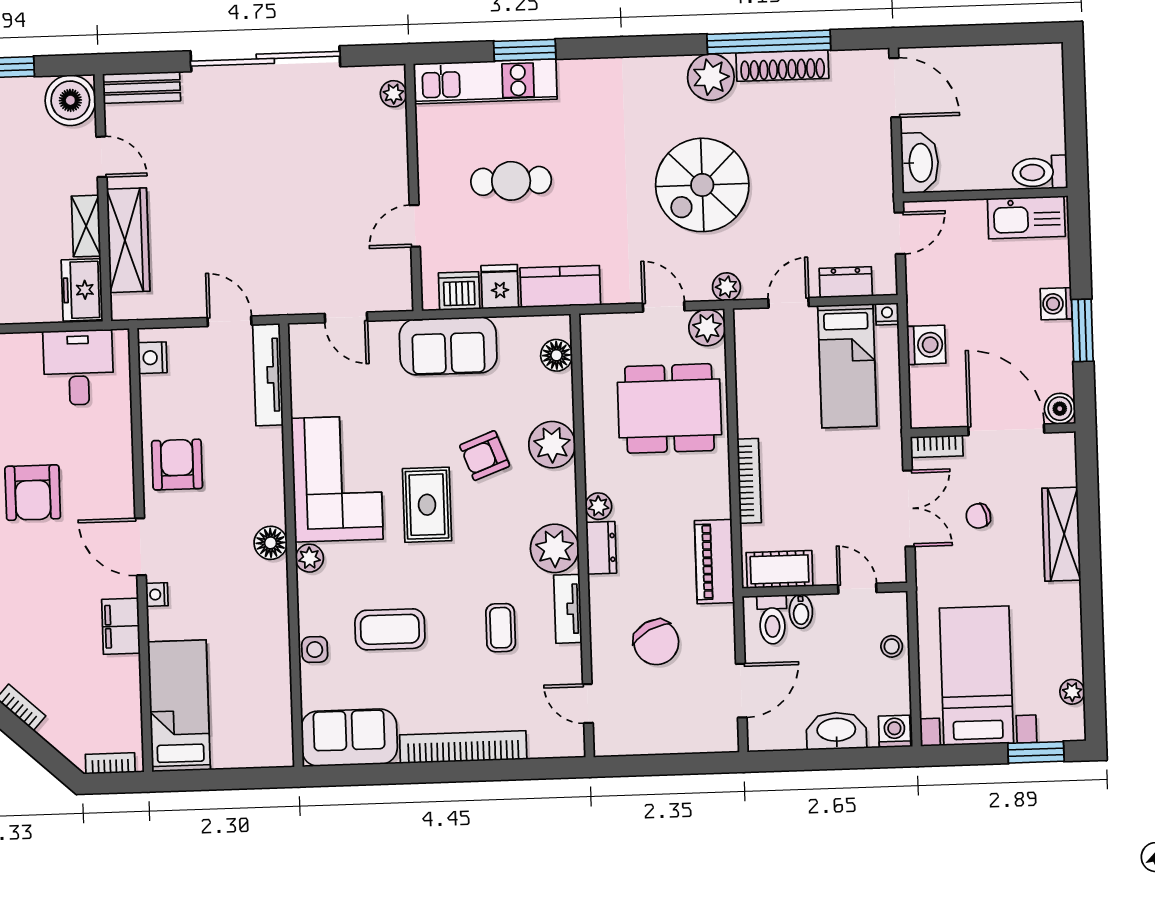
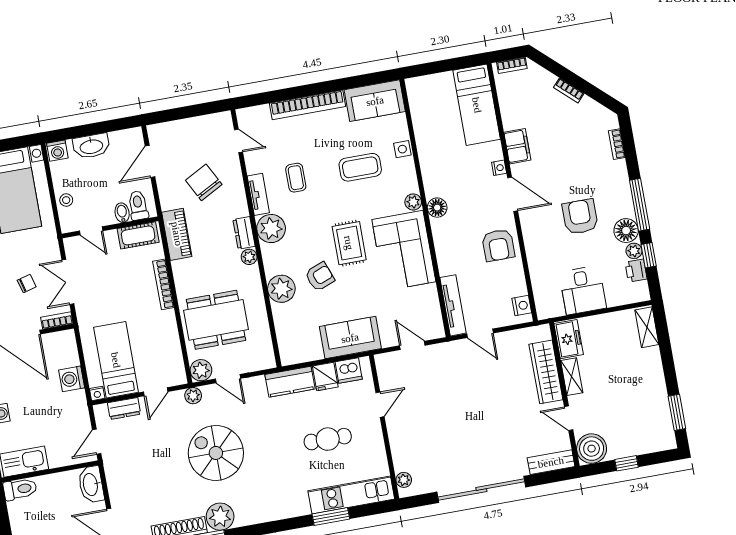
spiral stairs: (702, 185) -> (216, 453), turned -90
floor lamp: (557, 355) -> (286, 341), removed
desk: (78, 367) -> (583, 290), moved

